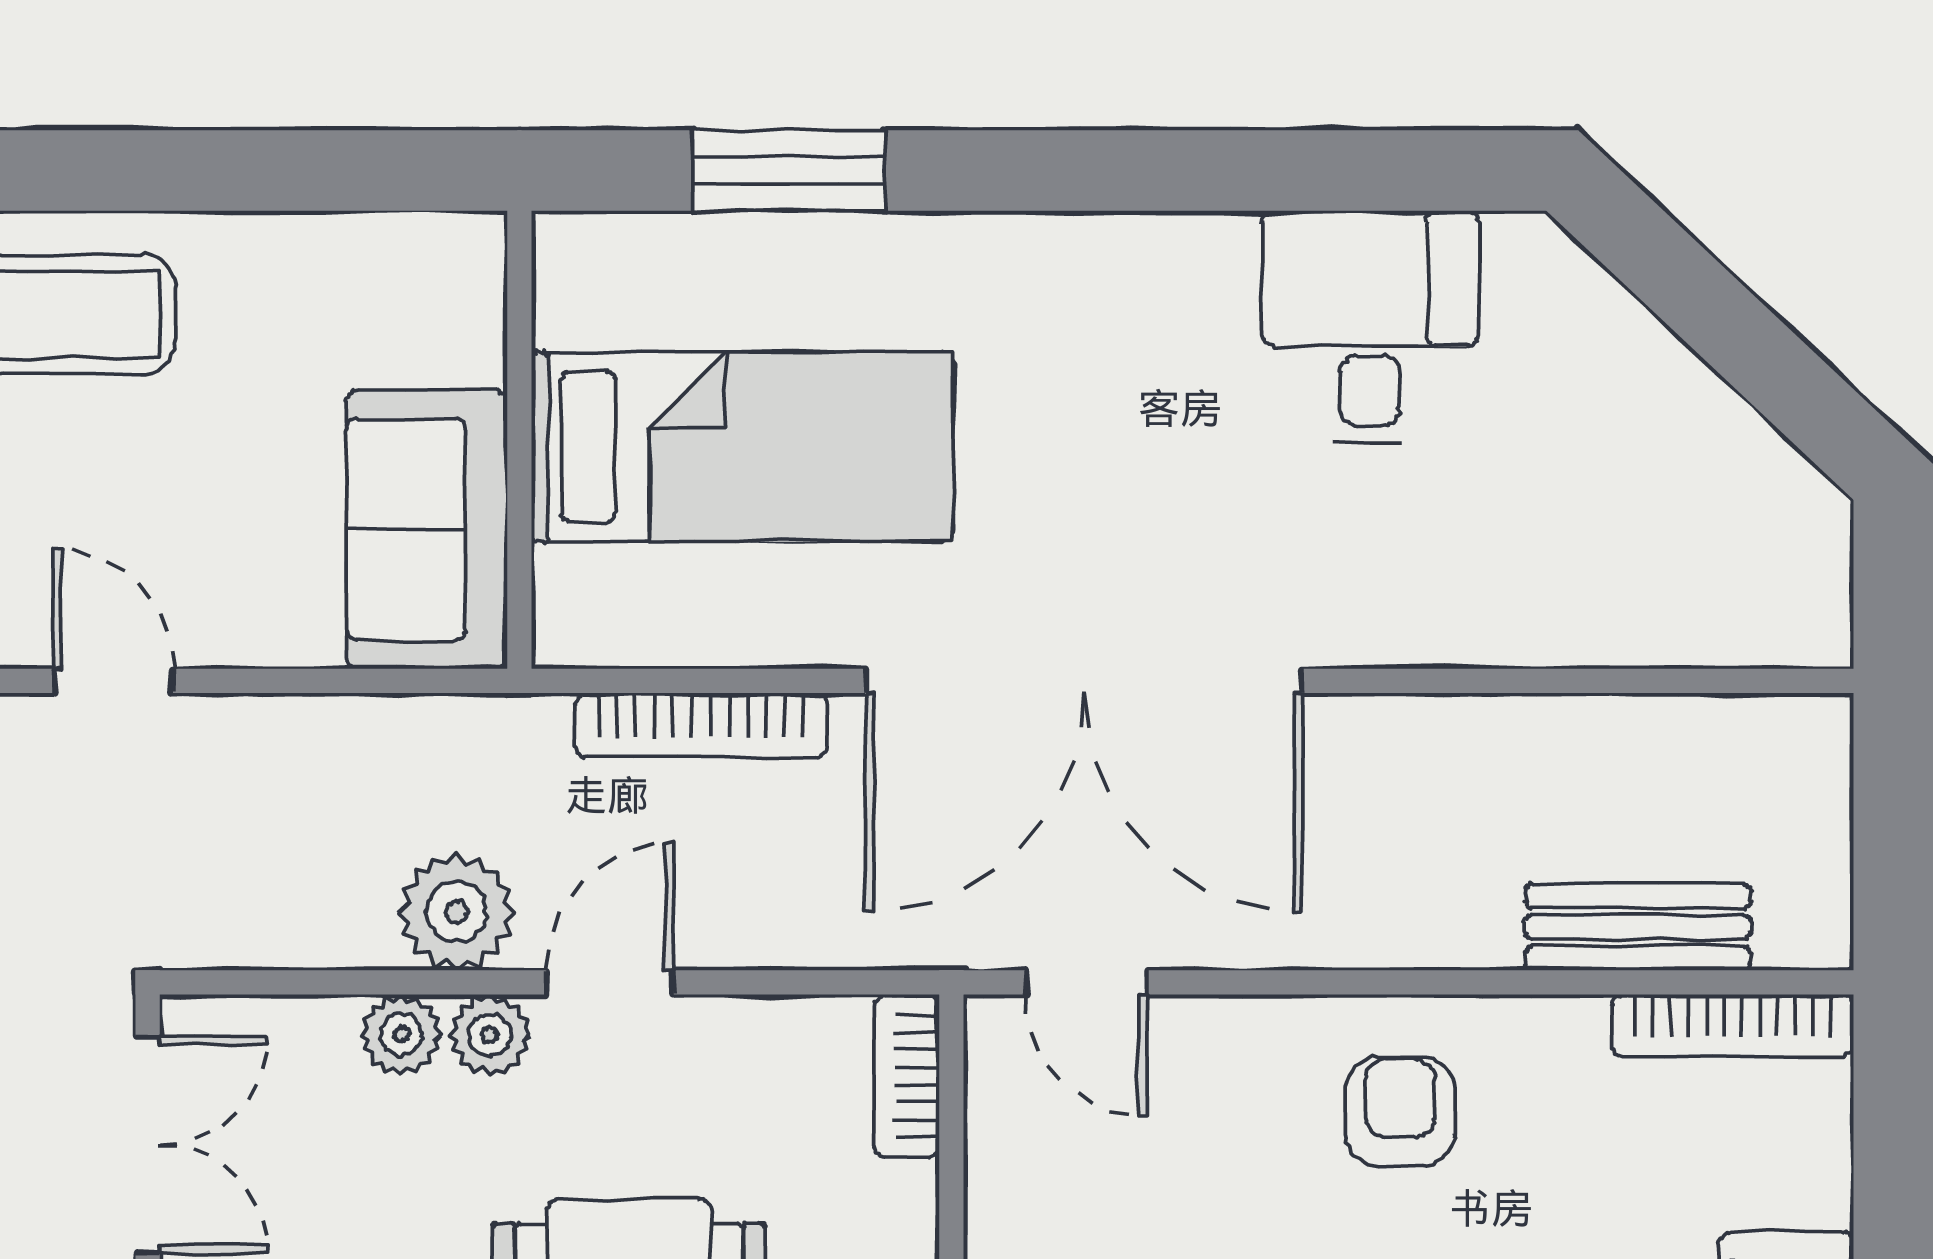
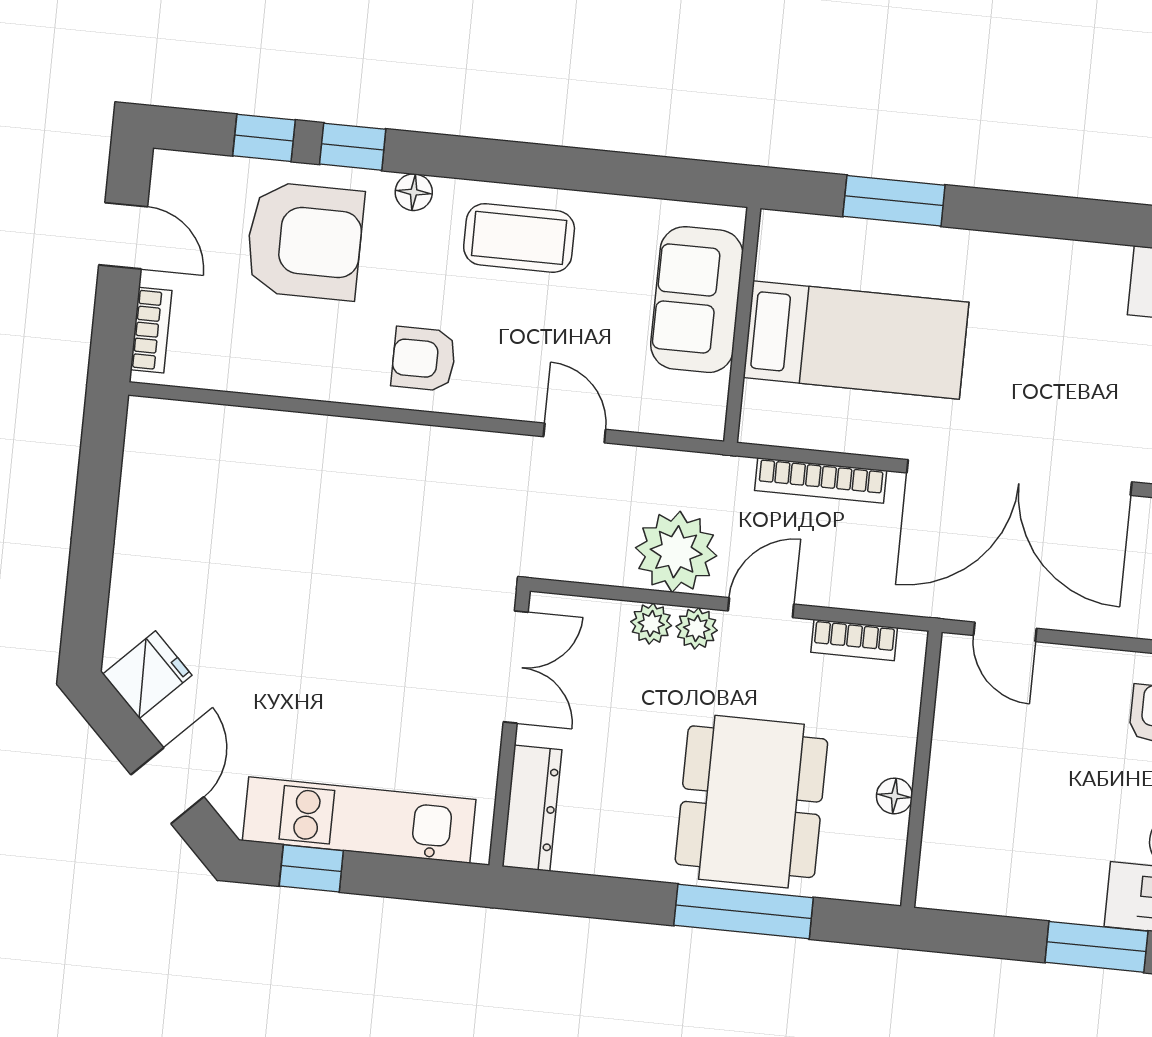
sofa: (427, 530) -> (697, 300), moved
door: (113, 681) -> (575, 433), moved
plant: (457, 912) -> (676, 552), width x1.36, depth x1.36
bookcase: (907, 1076) -> (854, 640), moved, turned -90

